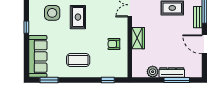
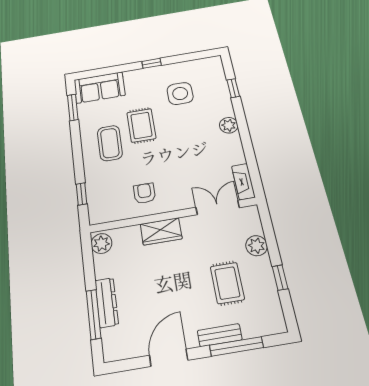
rug: (78, 17) -> (141, 125), moved, turned 90
sofa: (38, 56) -> (99, 88), width x0.73
plant: (153, 72) -> (101, 243), moved

